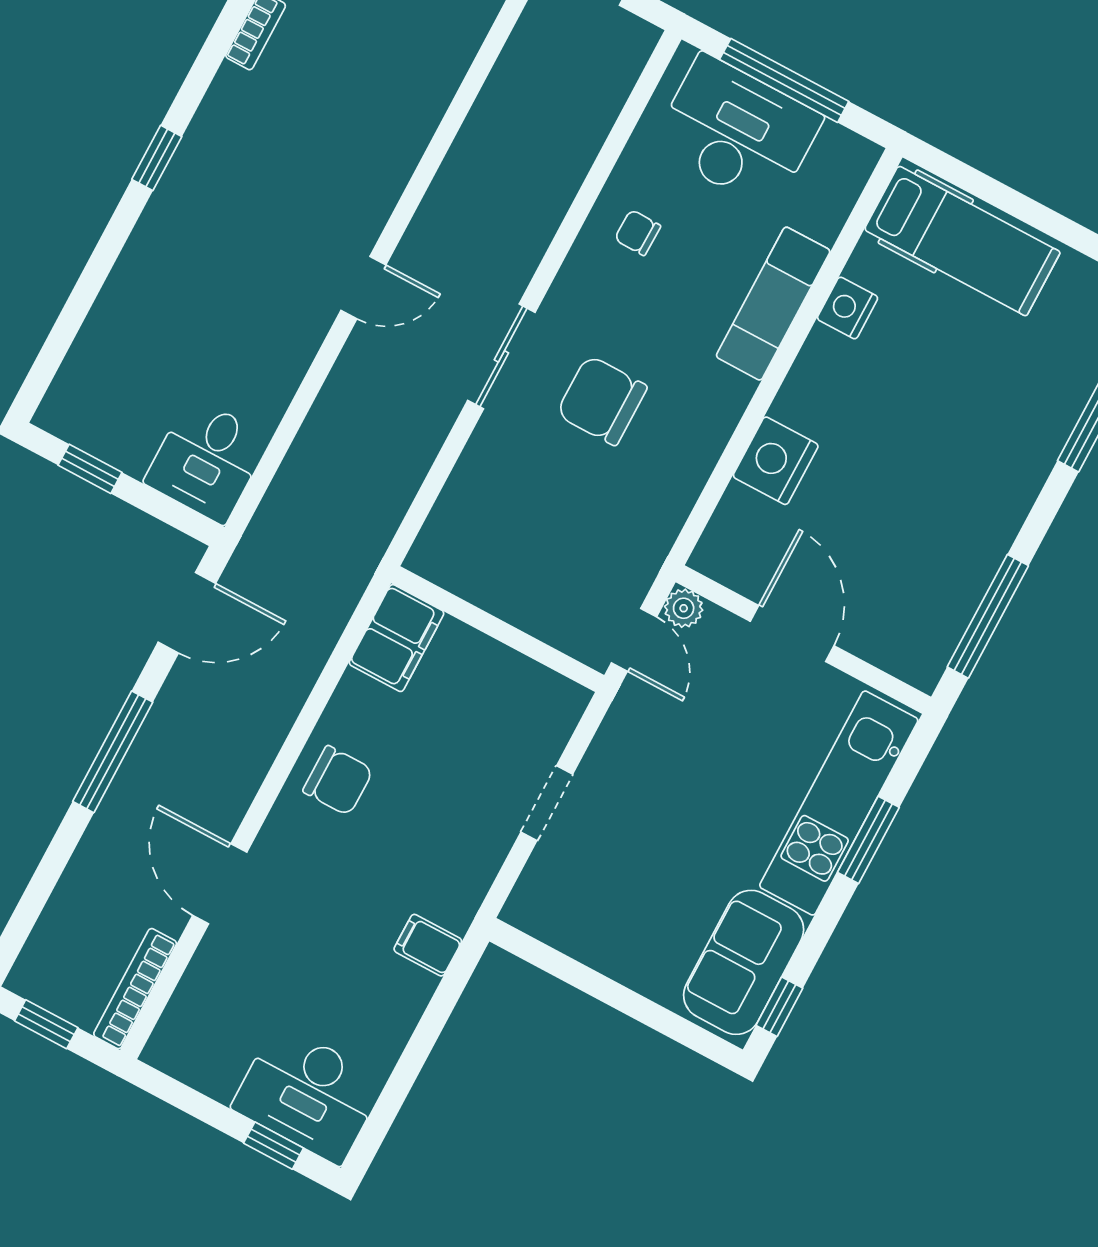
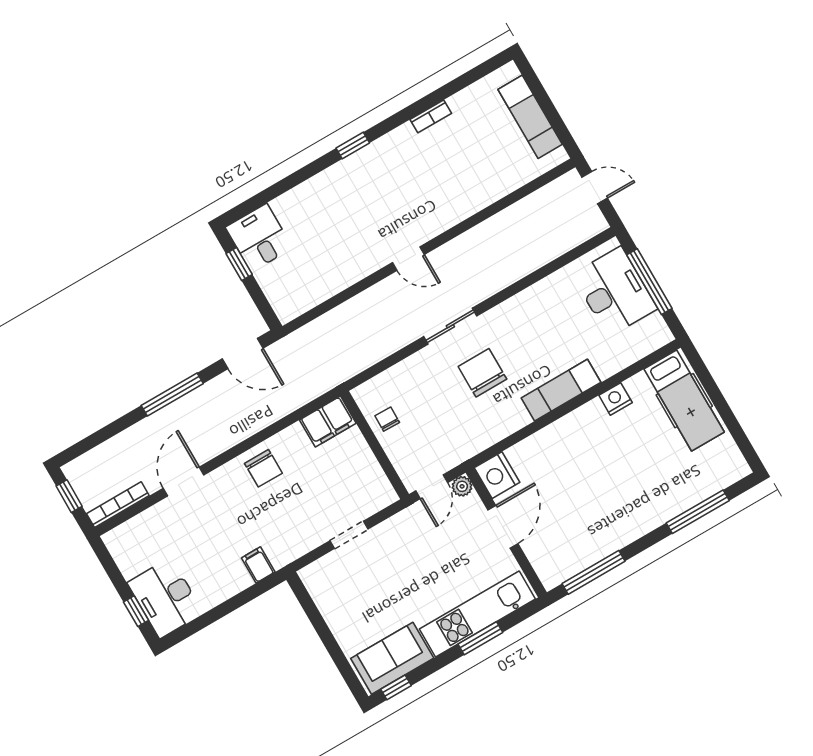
chair: (638, 233) -> (387, 419), moved
exam couch: (773, 304) -> (561, 390), moved
desk: (207, 460) -> (259, 238), moved, turned 90
nightstand: (776, 461) -> (497, 475), moved, turned -90

